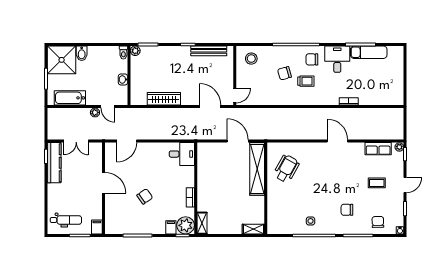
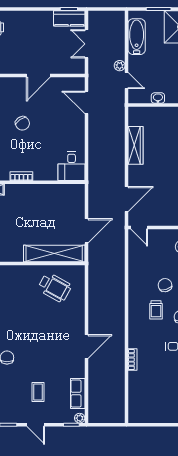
door: (108, 107) -> (126, 81), swing flipped
kitchen counter: (54, 163) -> (69, 18), width x0.67

